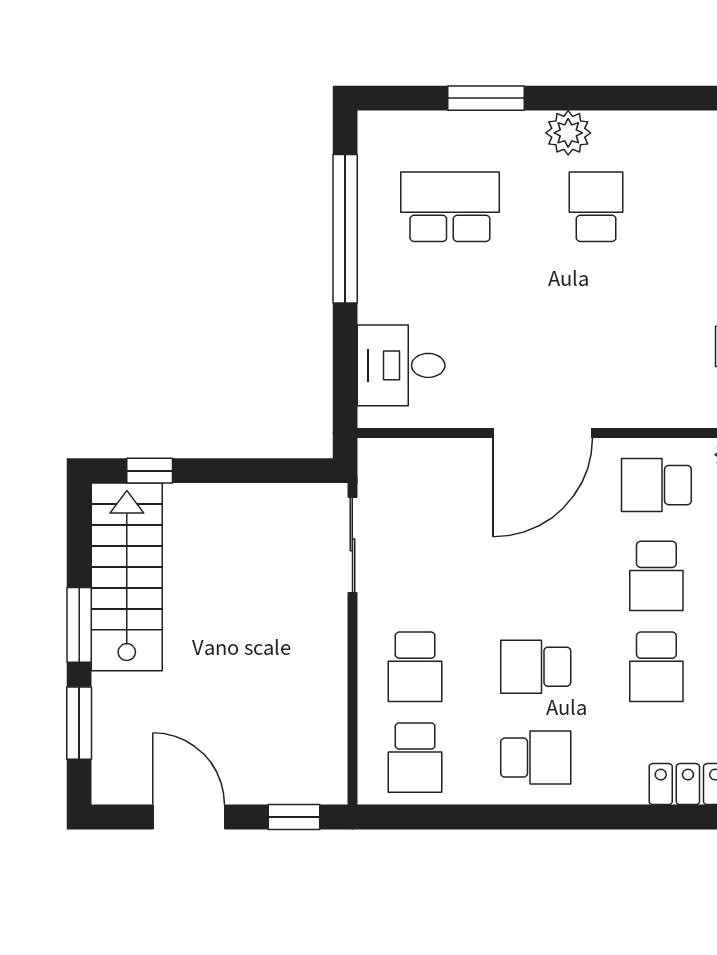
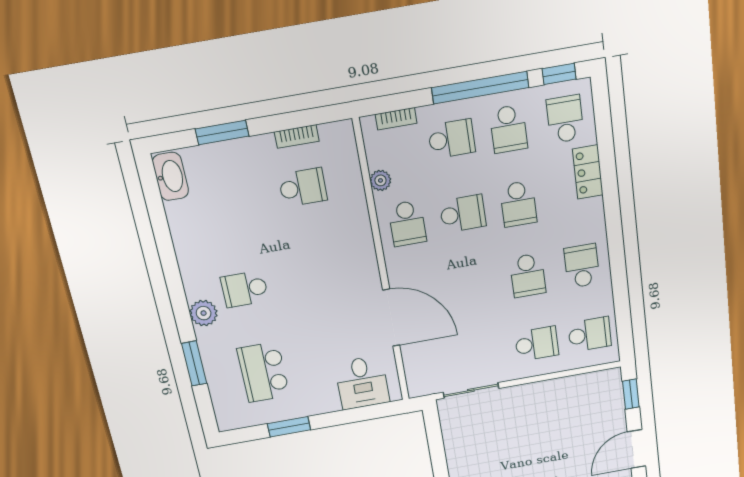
window: (345, 229) -> (289, 427), width x0.47
door: (543, 433) -> (391, 318), moved
school desk: (656, 667) -> (518, 204), turned 90

